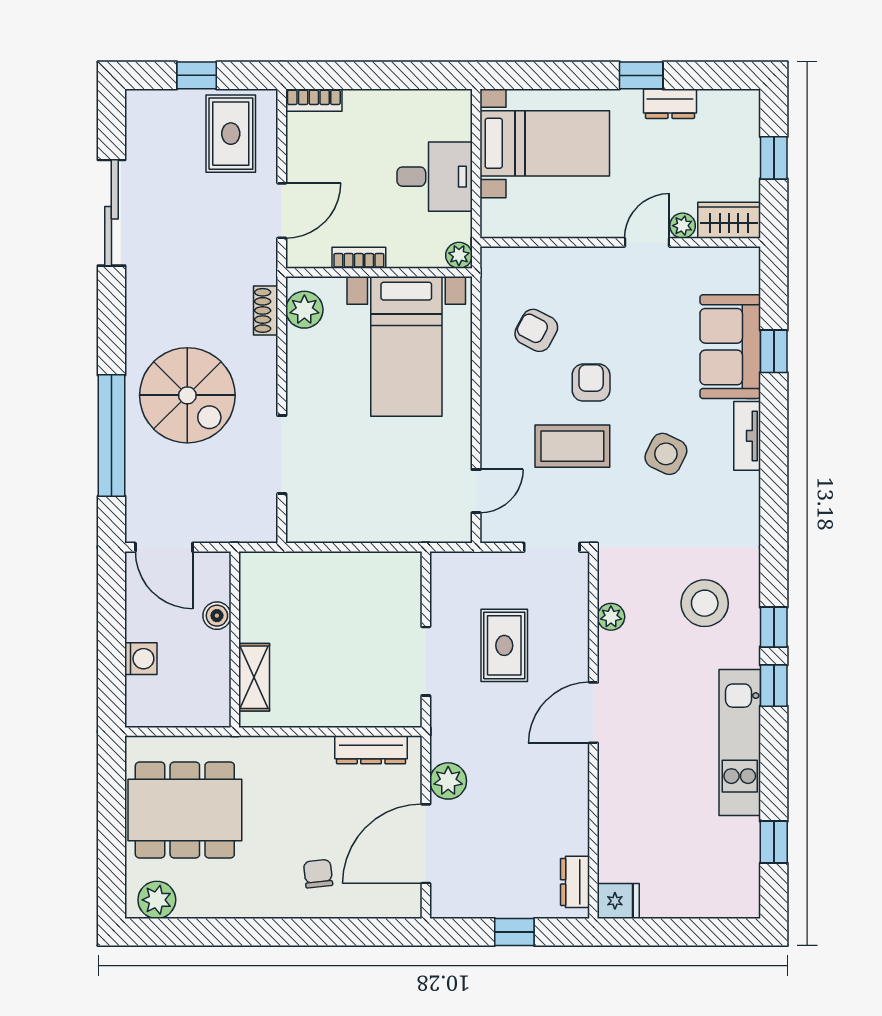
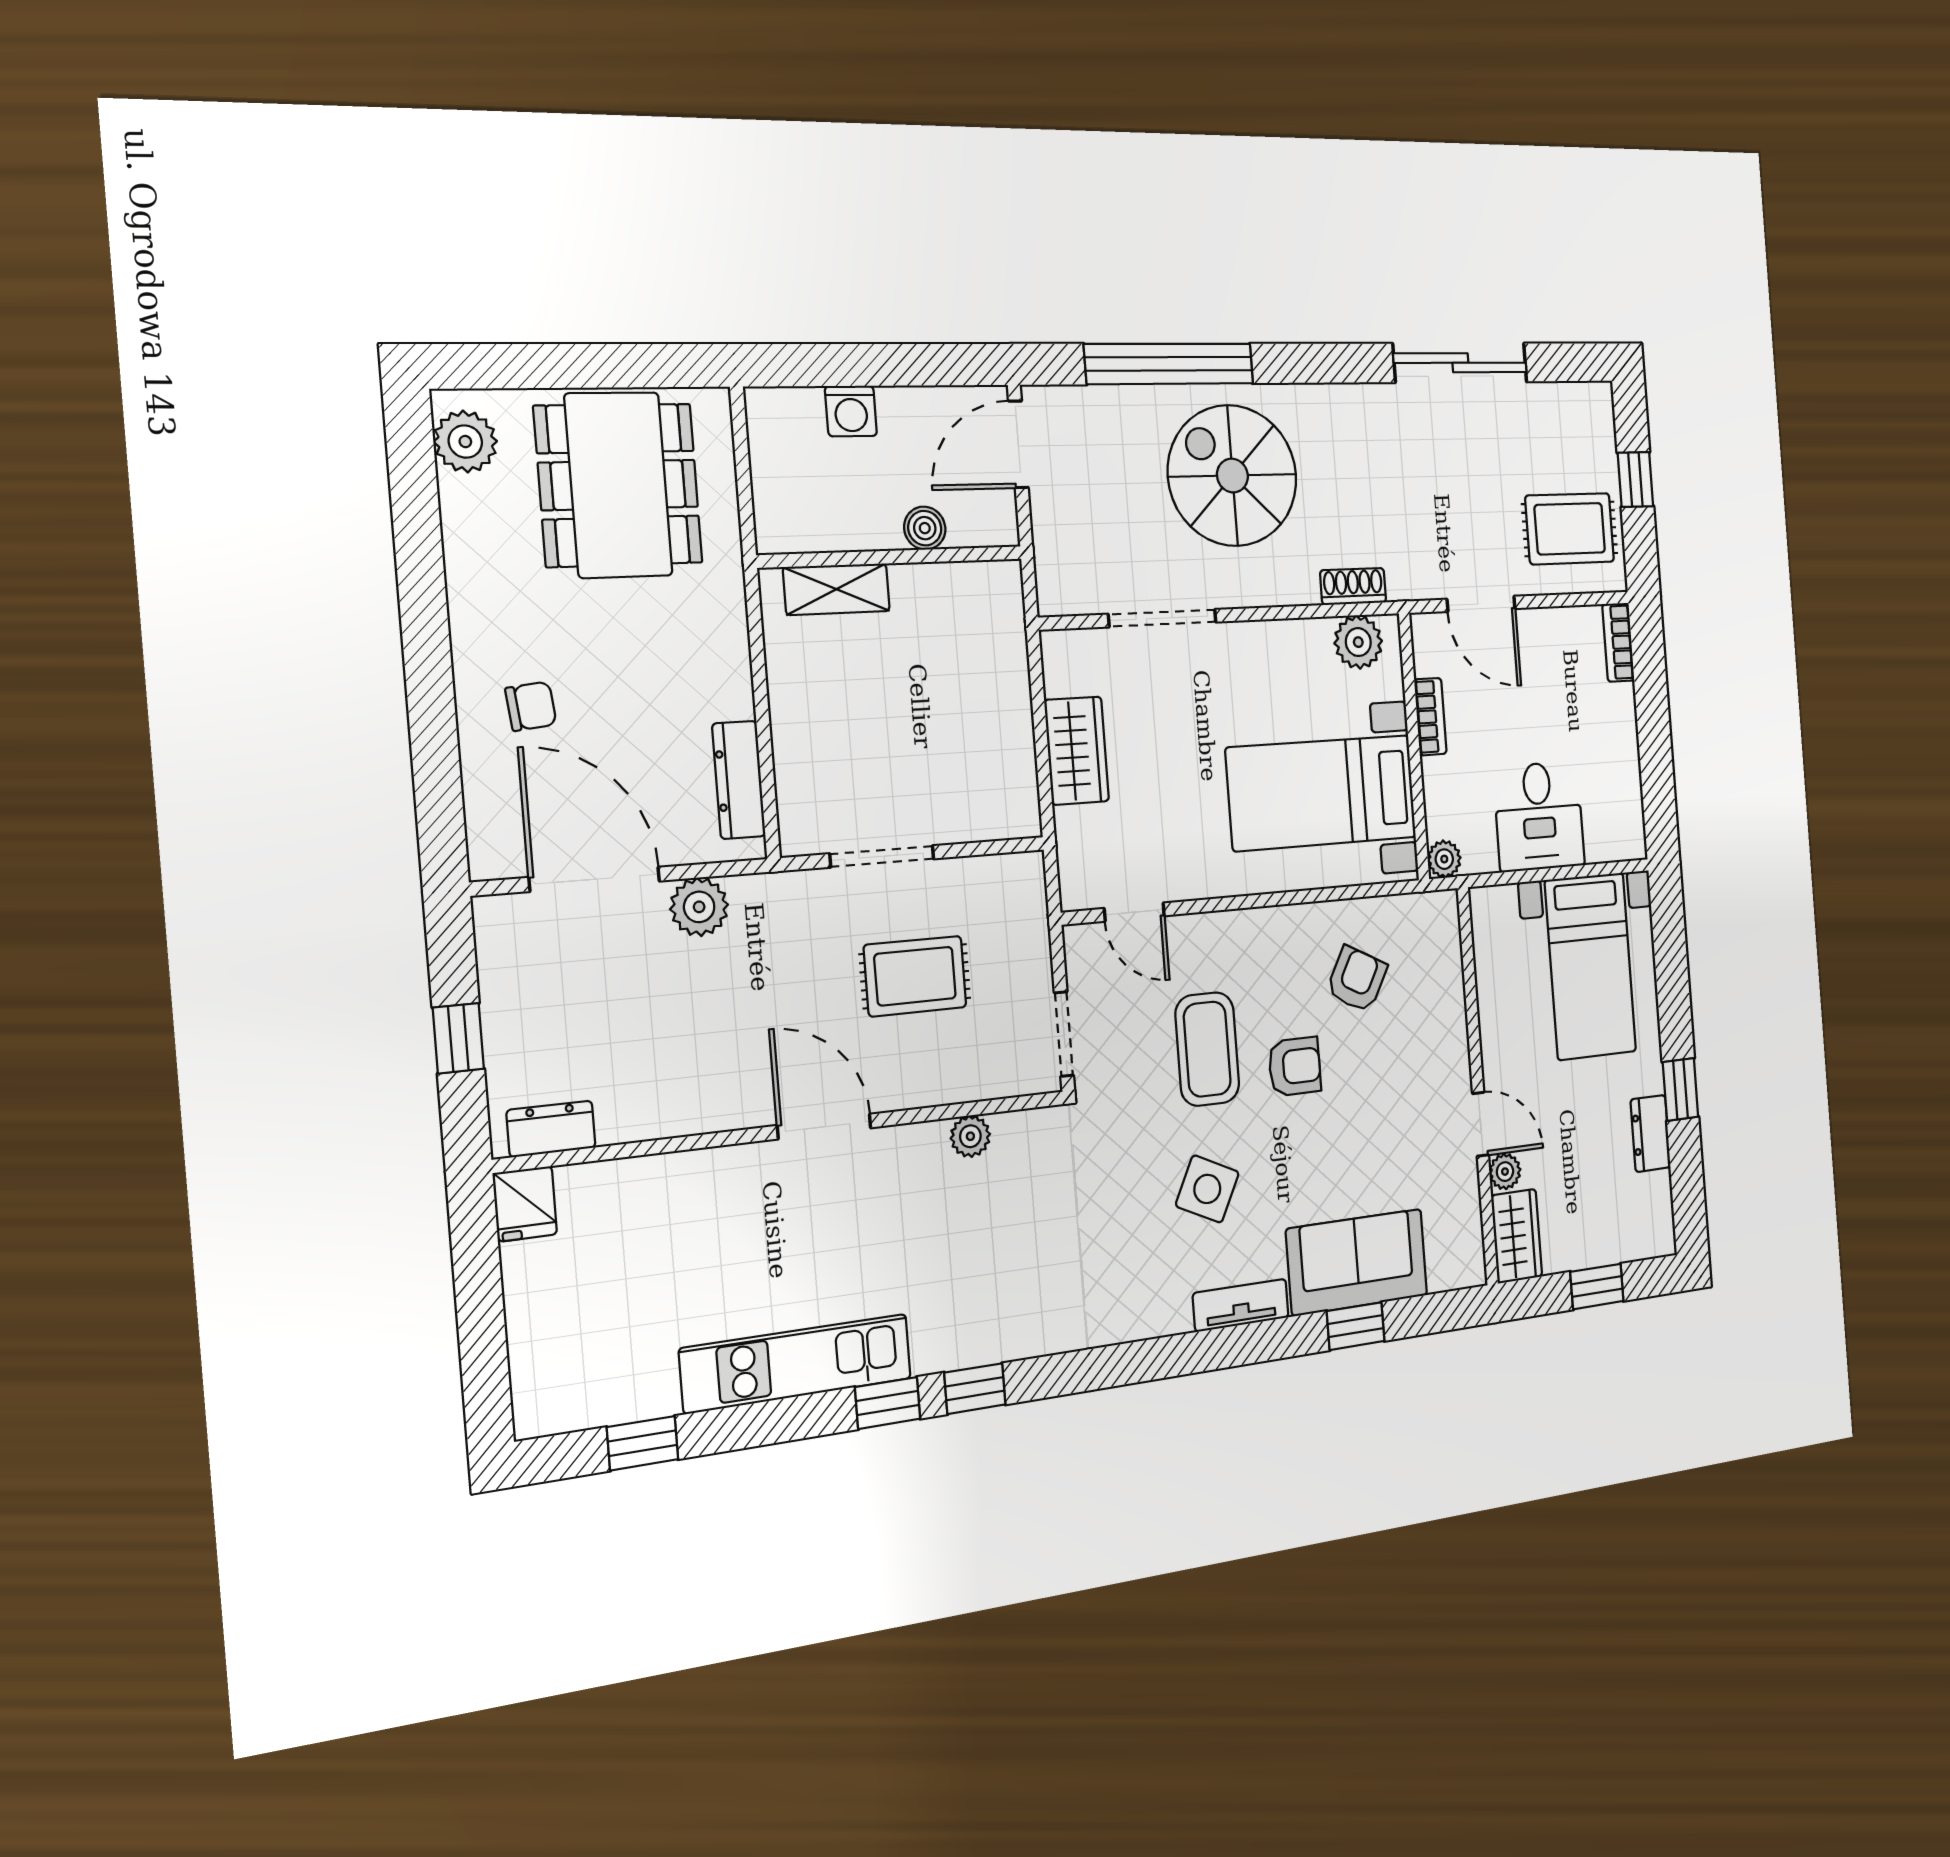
spiral stairs: (187, 395) -> (1232, 476), turned 90
wardrobe: (366, 523) -> (1077, 751), added
stool: (705, 603) -> (1002, 1277), removed

